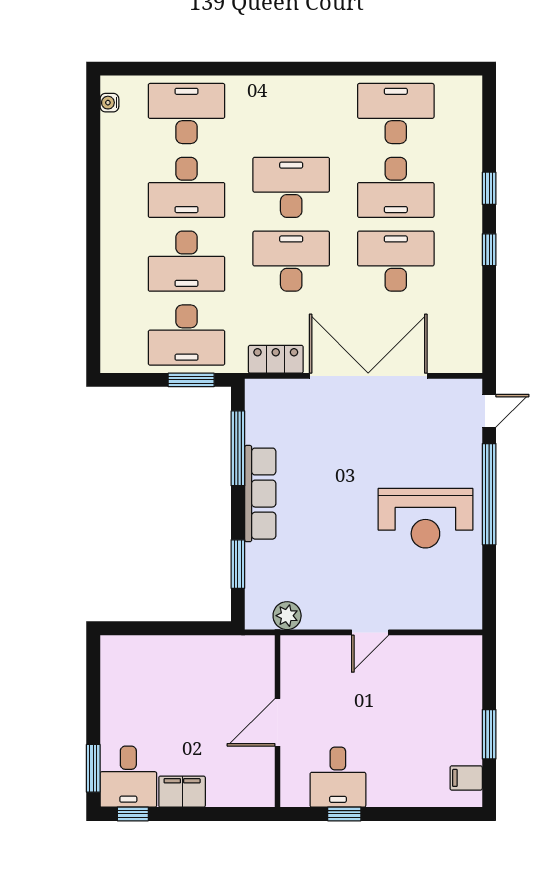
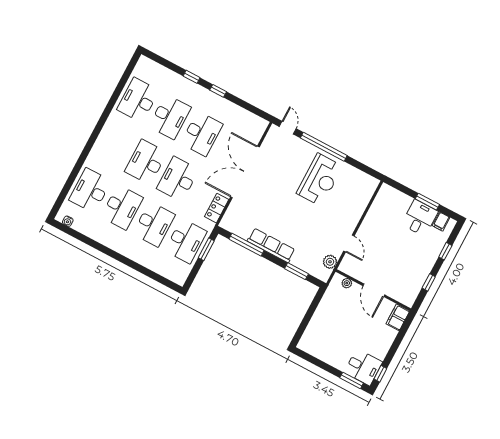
desk: (396, 261) -> (202, 134), turned 180
door: (370, 632) -> (349, 244), moved
plant: (265, 666) -> (347, 283), added
desk: (338, 777) -> (420, 218), moved, turned -90
filing cabinet: (182, 792) -> (398, 317), moved
window: (417, 814) -> (445, 251), added

